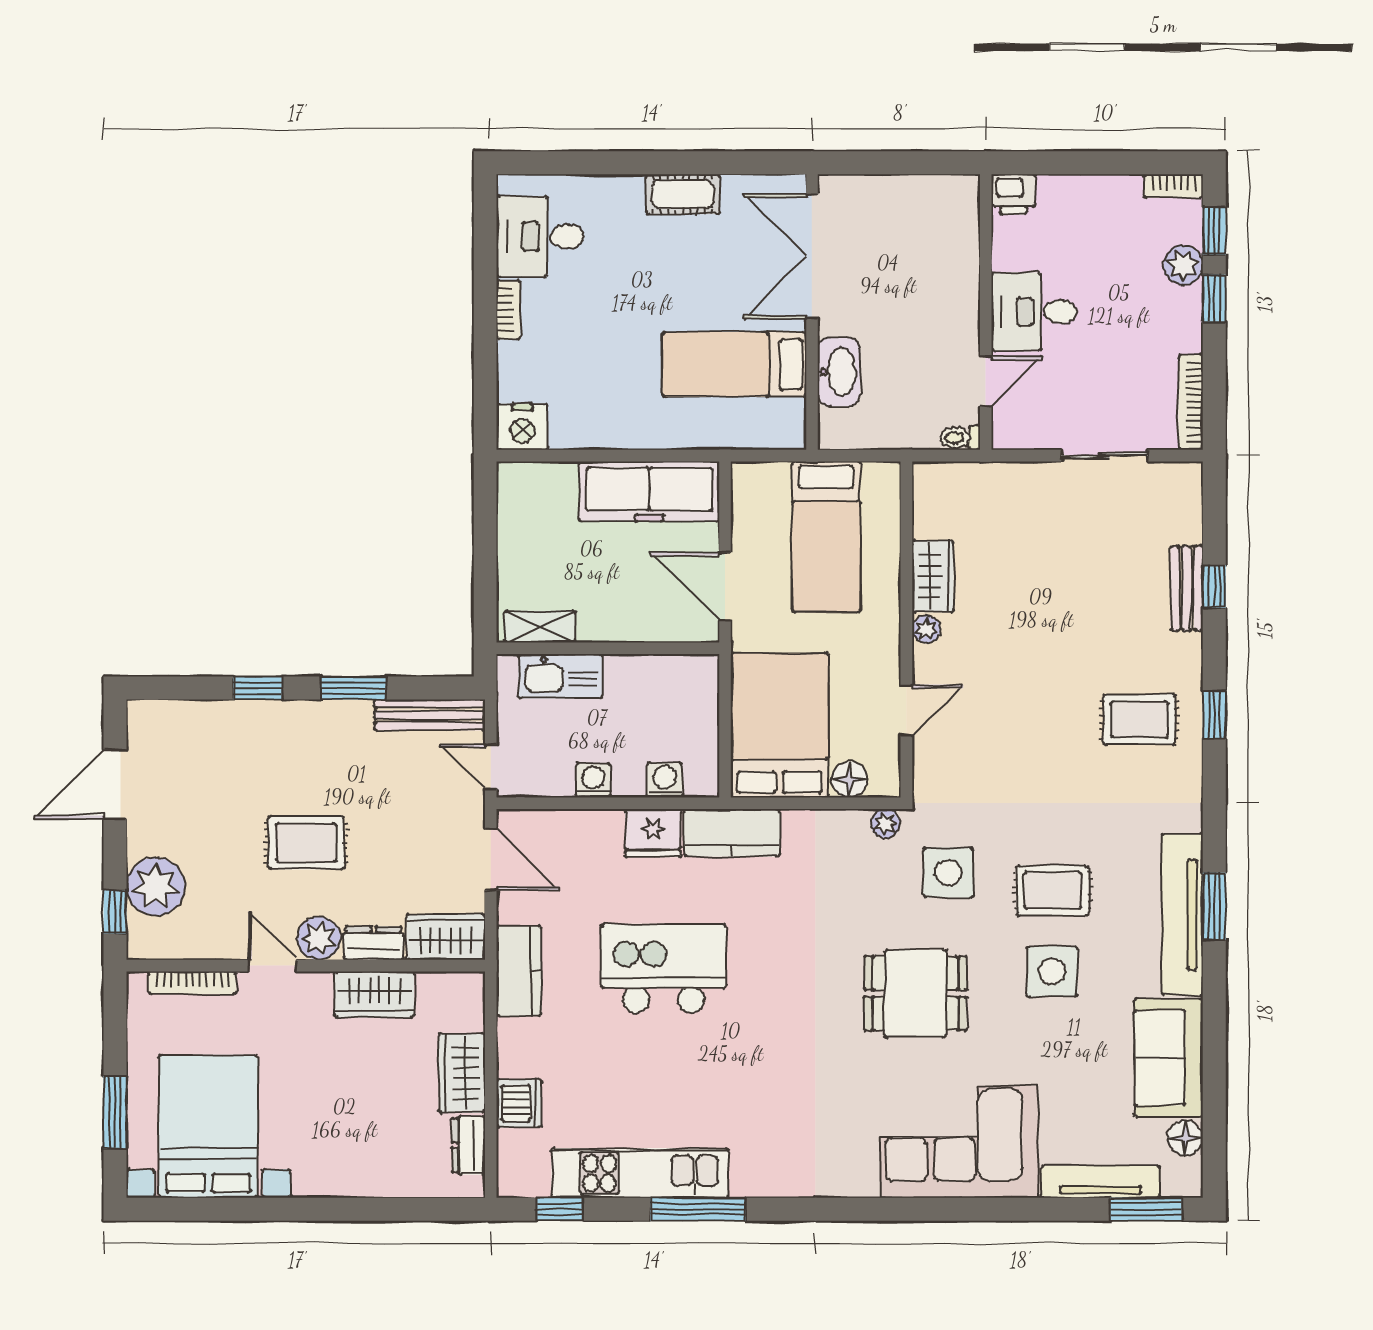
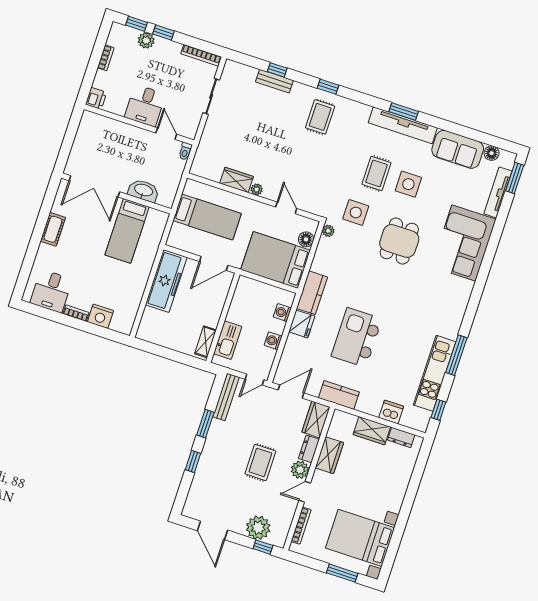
bookcase: (1173, 186) -> (106, 58), moved
nightstand: (522, 427) -> (100, 316), moved, turned 90

